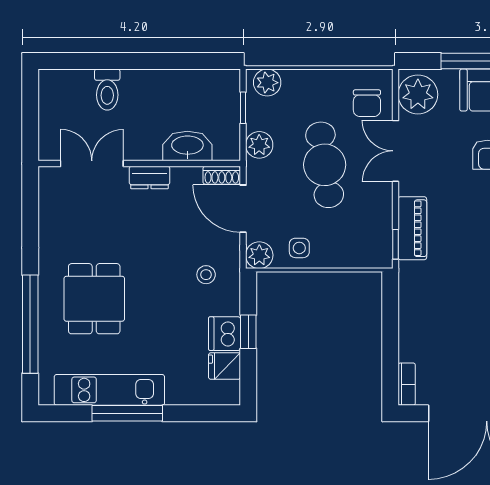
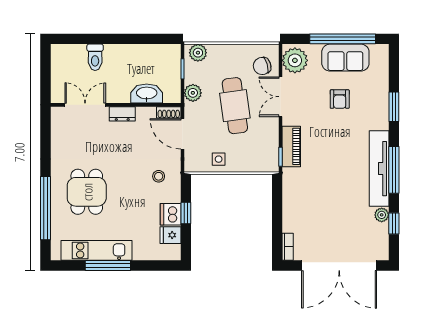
chair: (367, 103) -> (262, 66), turned 74
plant: (259, 255) -> (193, 164), removed

